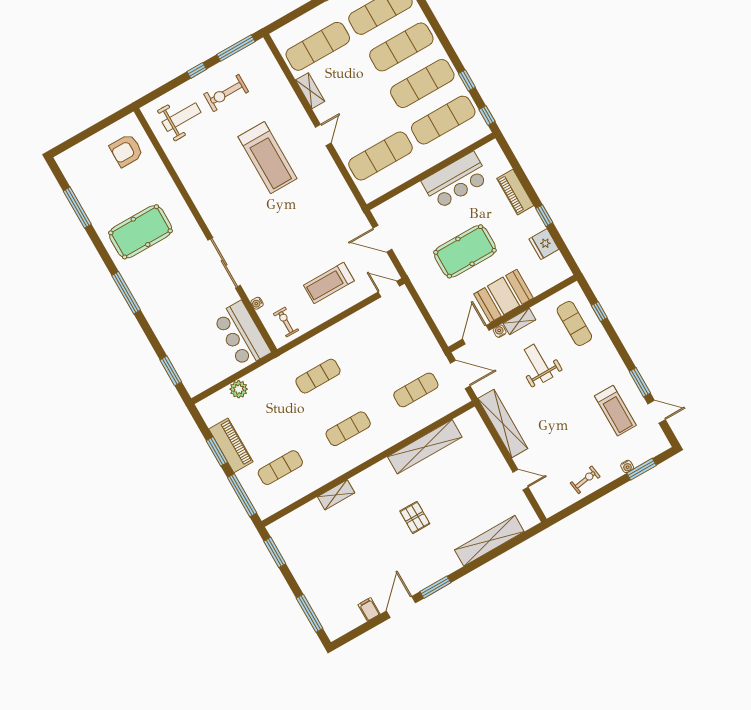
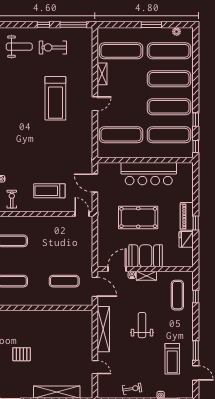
bar counter: (456, 181) -> (149, 174), width x1.36
piano: (515, 192) -> (187, 216), moved
weight bench: (538, 363) -> (142, 325), moved
shelving: (425, 447) -> (51, 317), removed
pallet: (415, 517) -> (22, 354), turned 90

